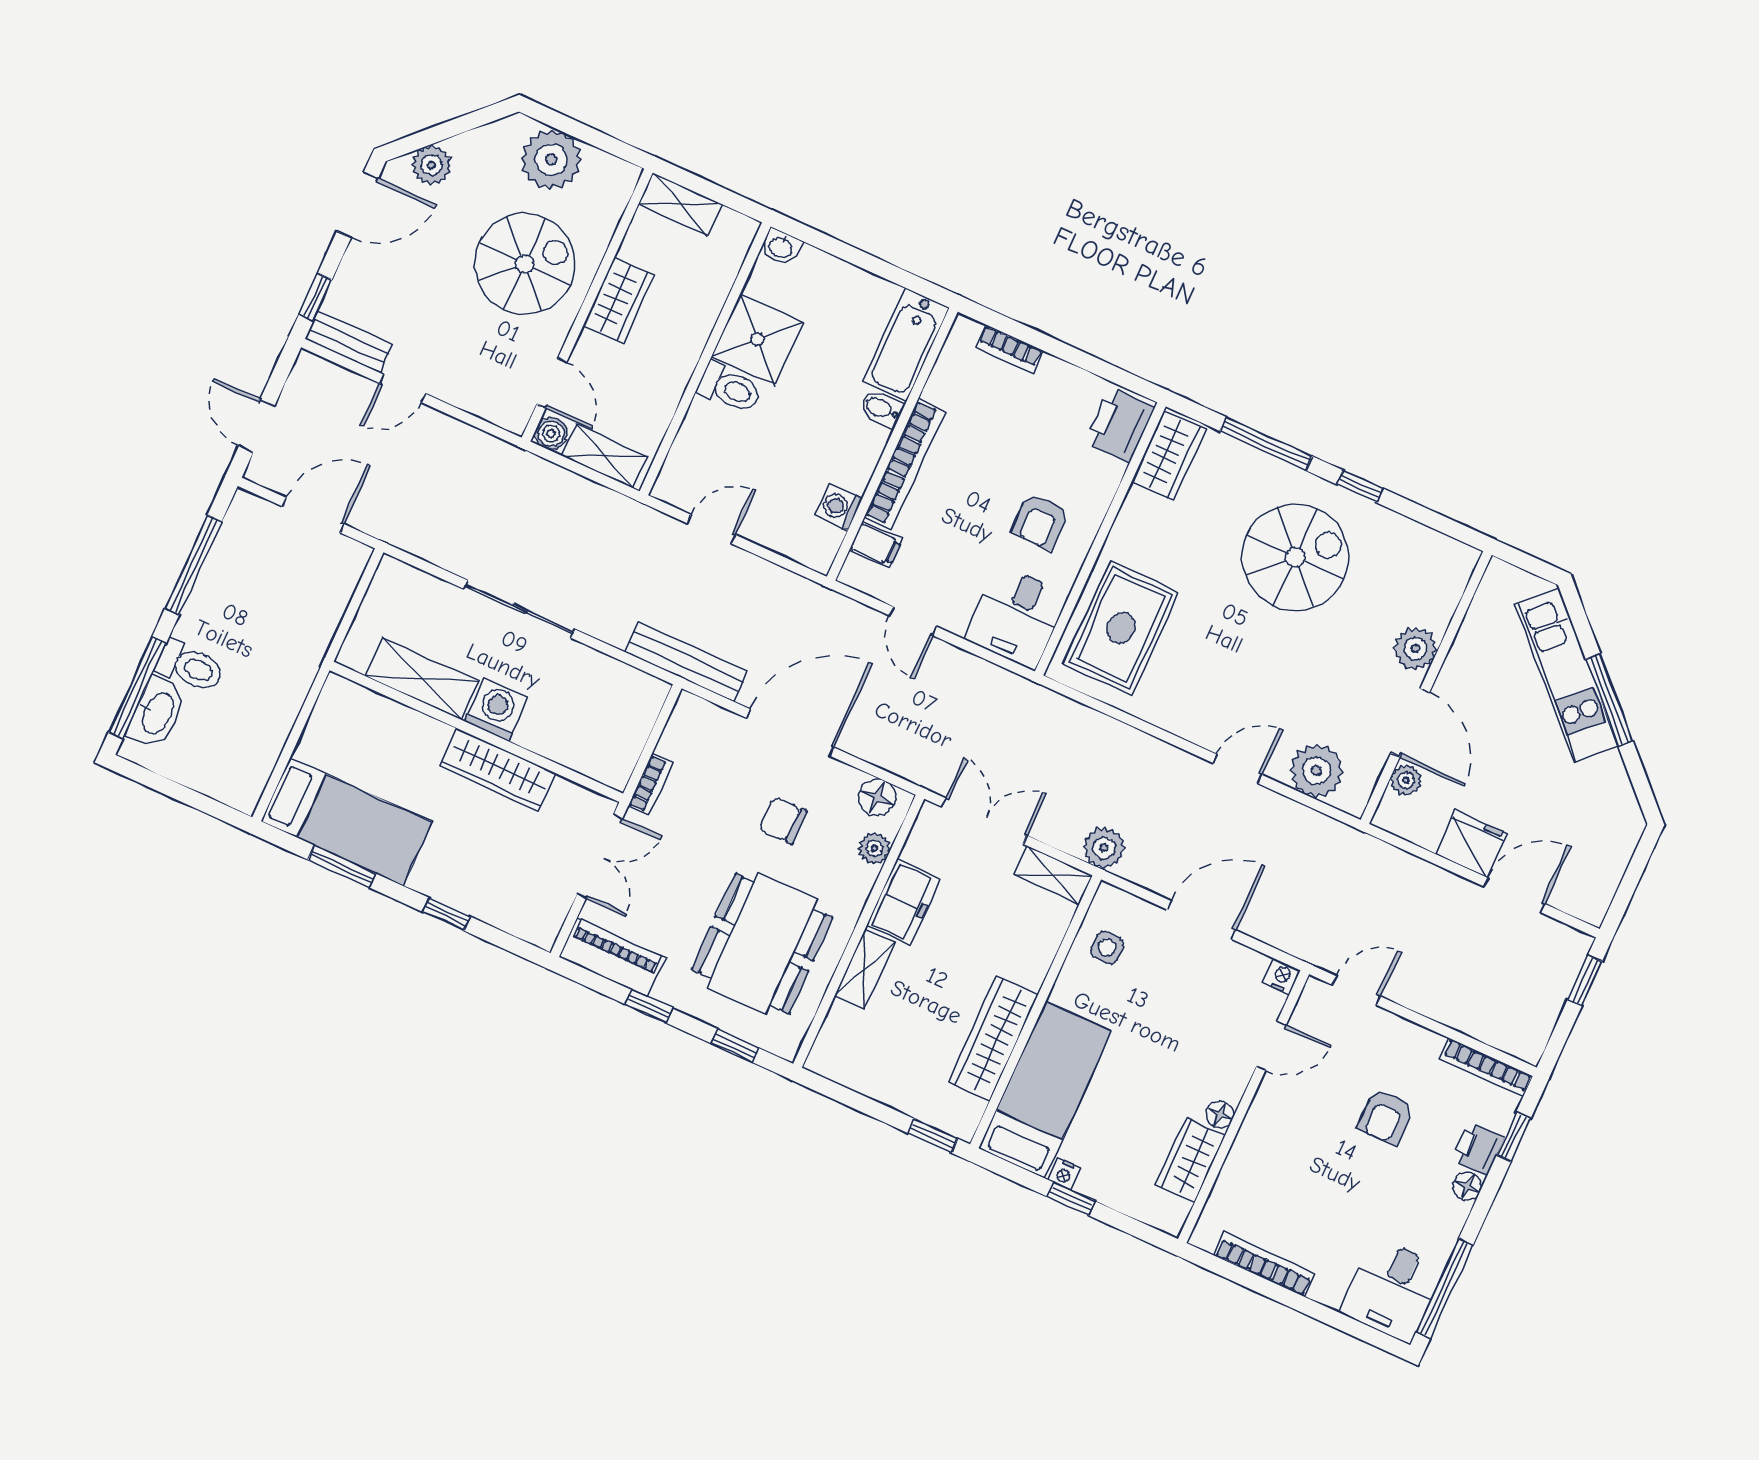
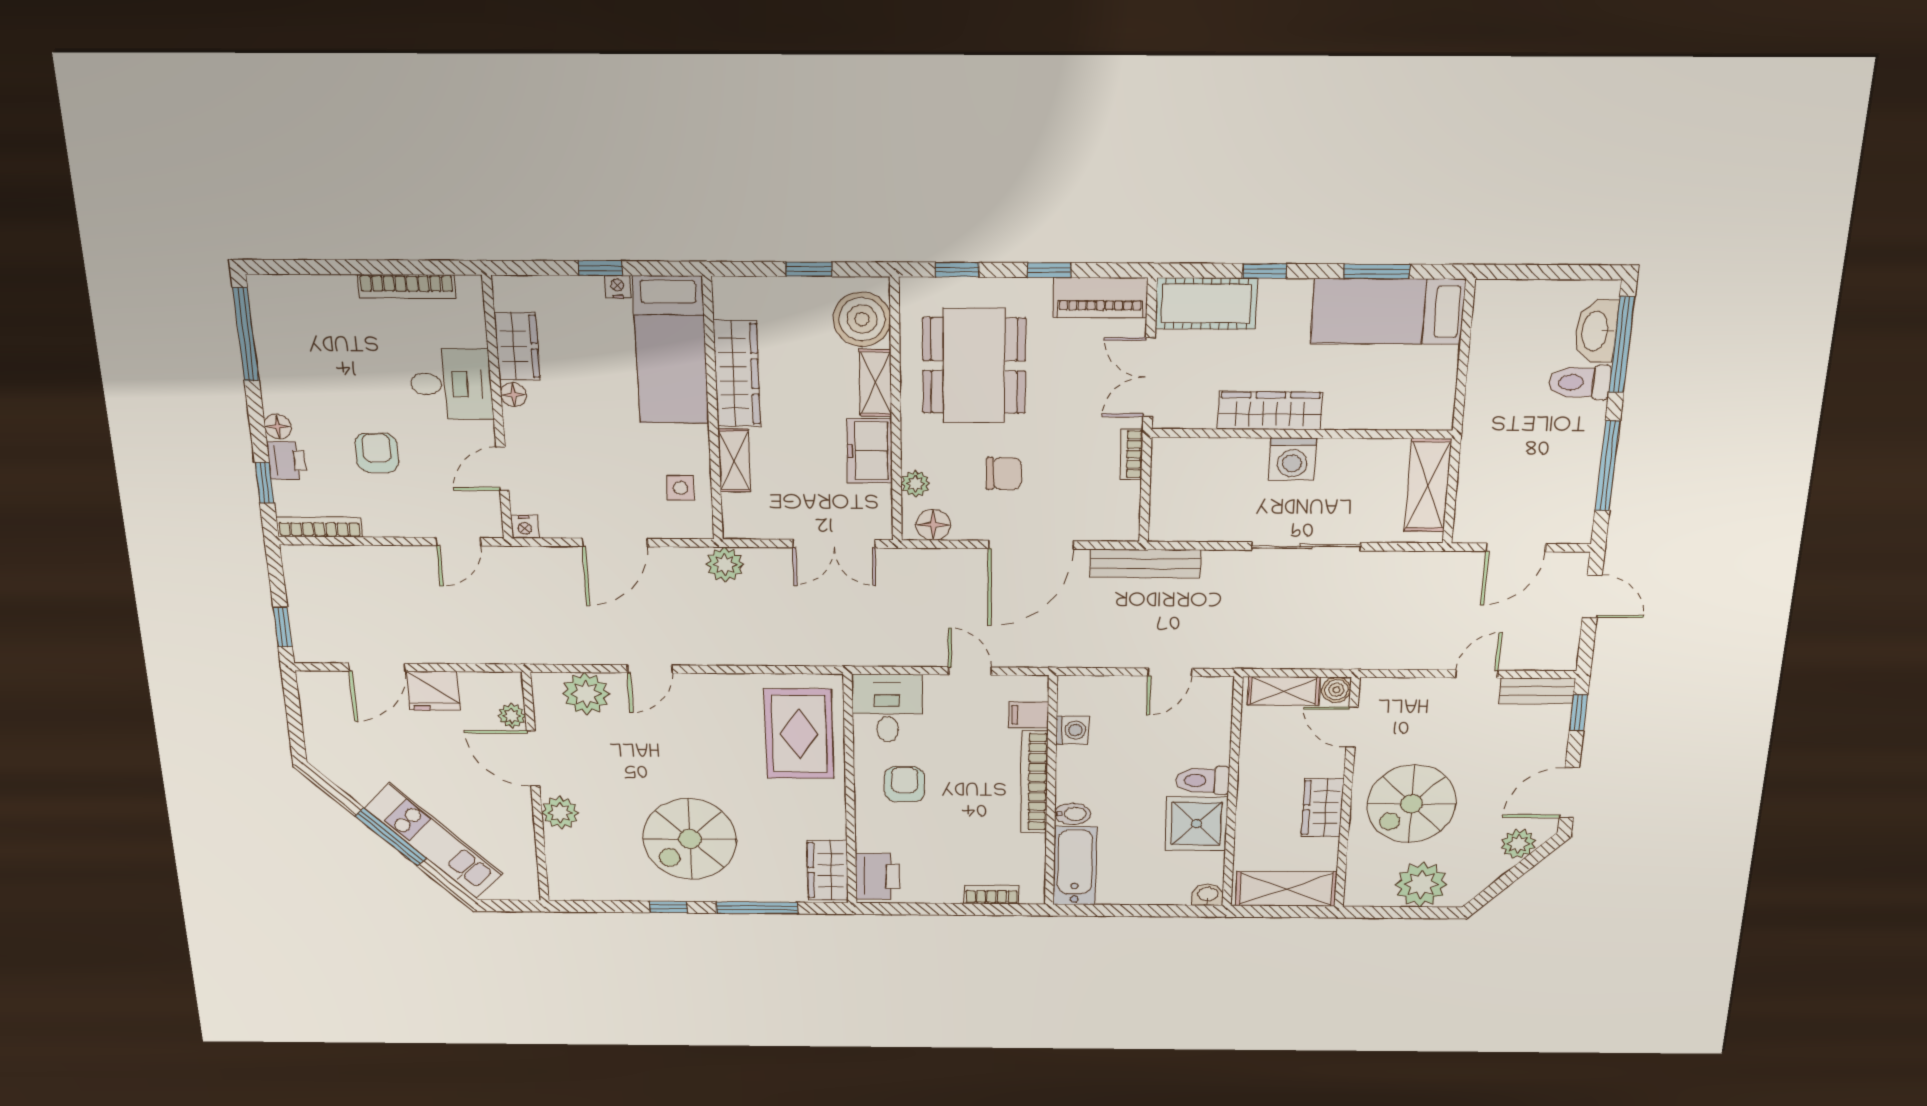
shelving: (680, 204) -> (1286, 889), width x1.50, depth x1.33
shelving: (422, 679) -> (1428, 485), moved, turned 90
shelving: (1053, 875) -> (734, 460), moved, turned 90
cot: (515, 907) -> (1206, 304), added
boiler: (848, 1038) -> (862, 319), added
window: (933, 1136) -> (809, 269), moved
desk: (1392, 1290) -> (451, 384), moved, turned 90

